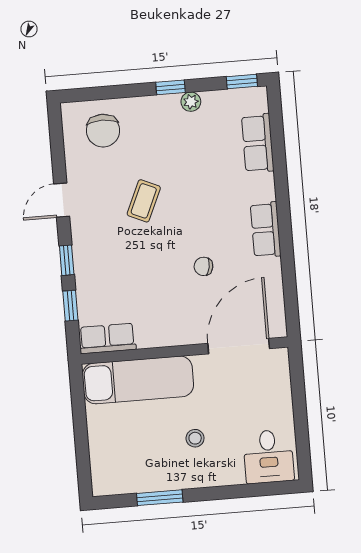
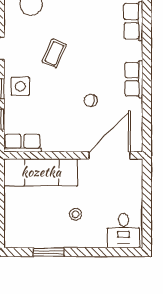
side table: (97, 254) -> (20, 86), added

